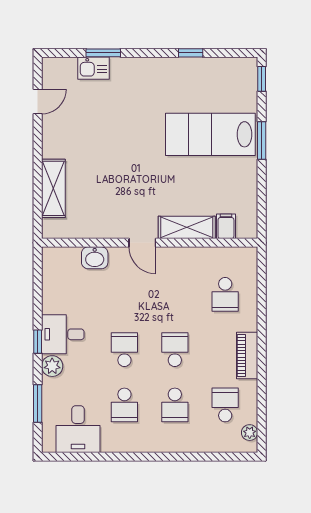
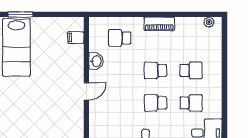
shelving: (187, 227) -> (76, 63), removed
washbasin: (95, 258) -> (96, 61), moved
school desk: (225, 294) -> (120, 38), turned 180
school desk: (225, 405) -> (191, 38), removed

